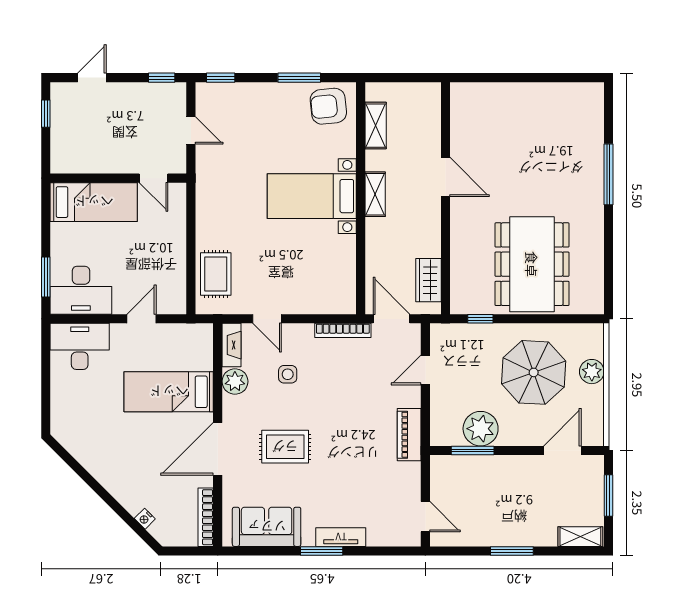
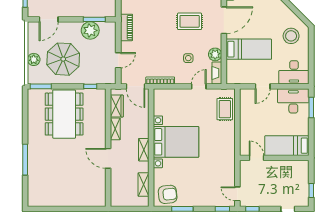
door: (191, 130) -> (237, 194), moved
bed with nightstands: (312, 196) -> (176, 142), width x1.36
shelving: (431, 235) -> (115, 129), added
door: (267, 319) -> (199, 86), hinge flipped
window: (578, 319) -> (41, 86), added
stool: (86, 418) -> (291, 36), added

